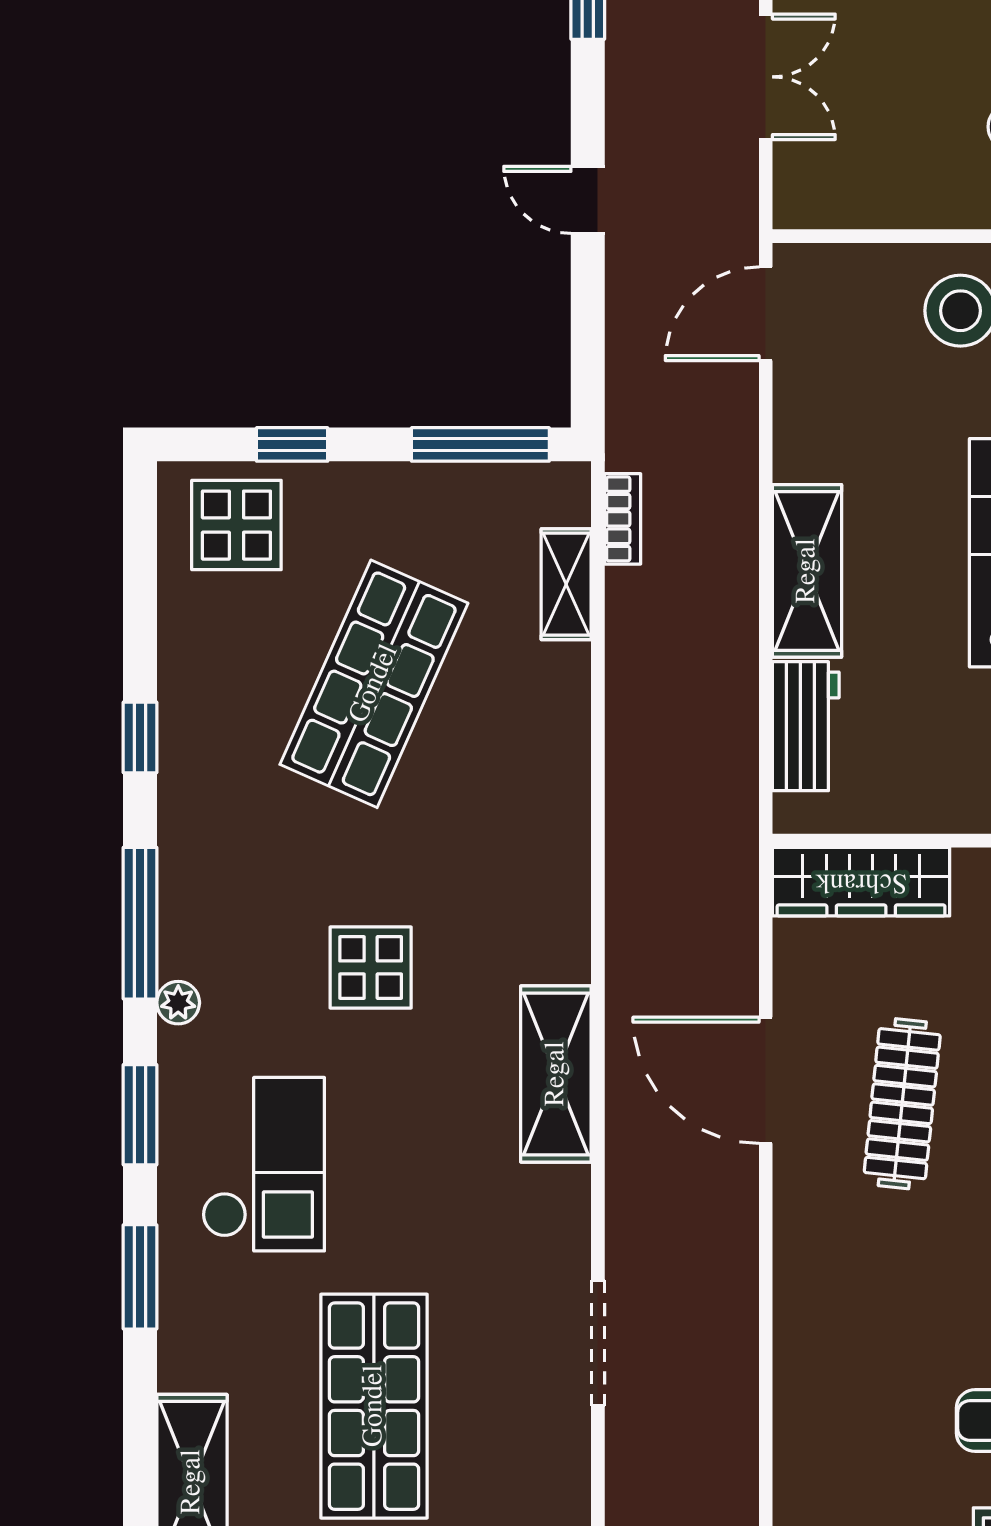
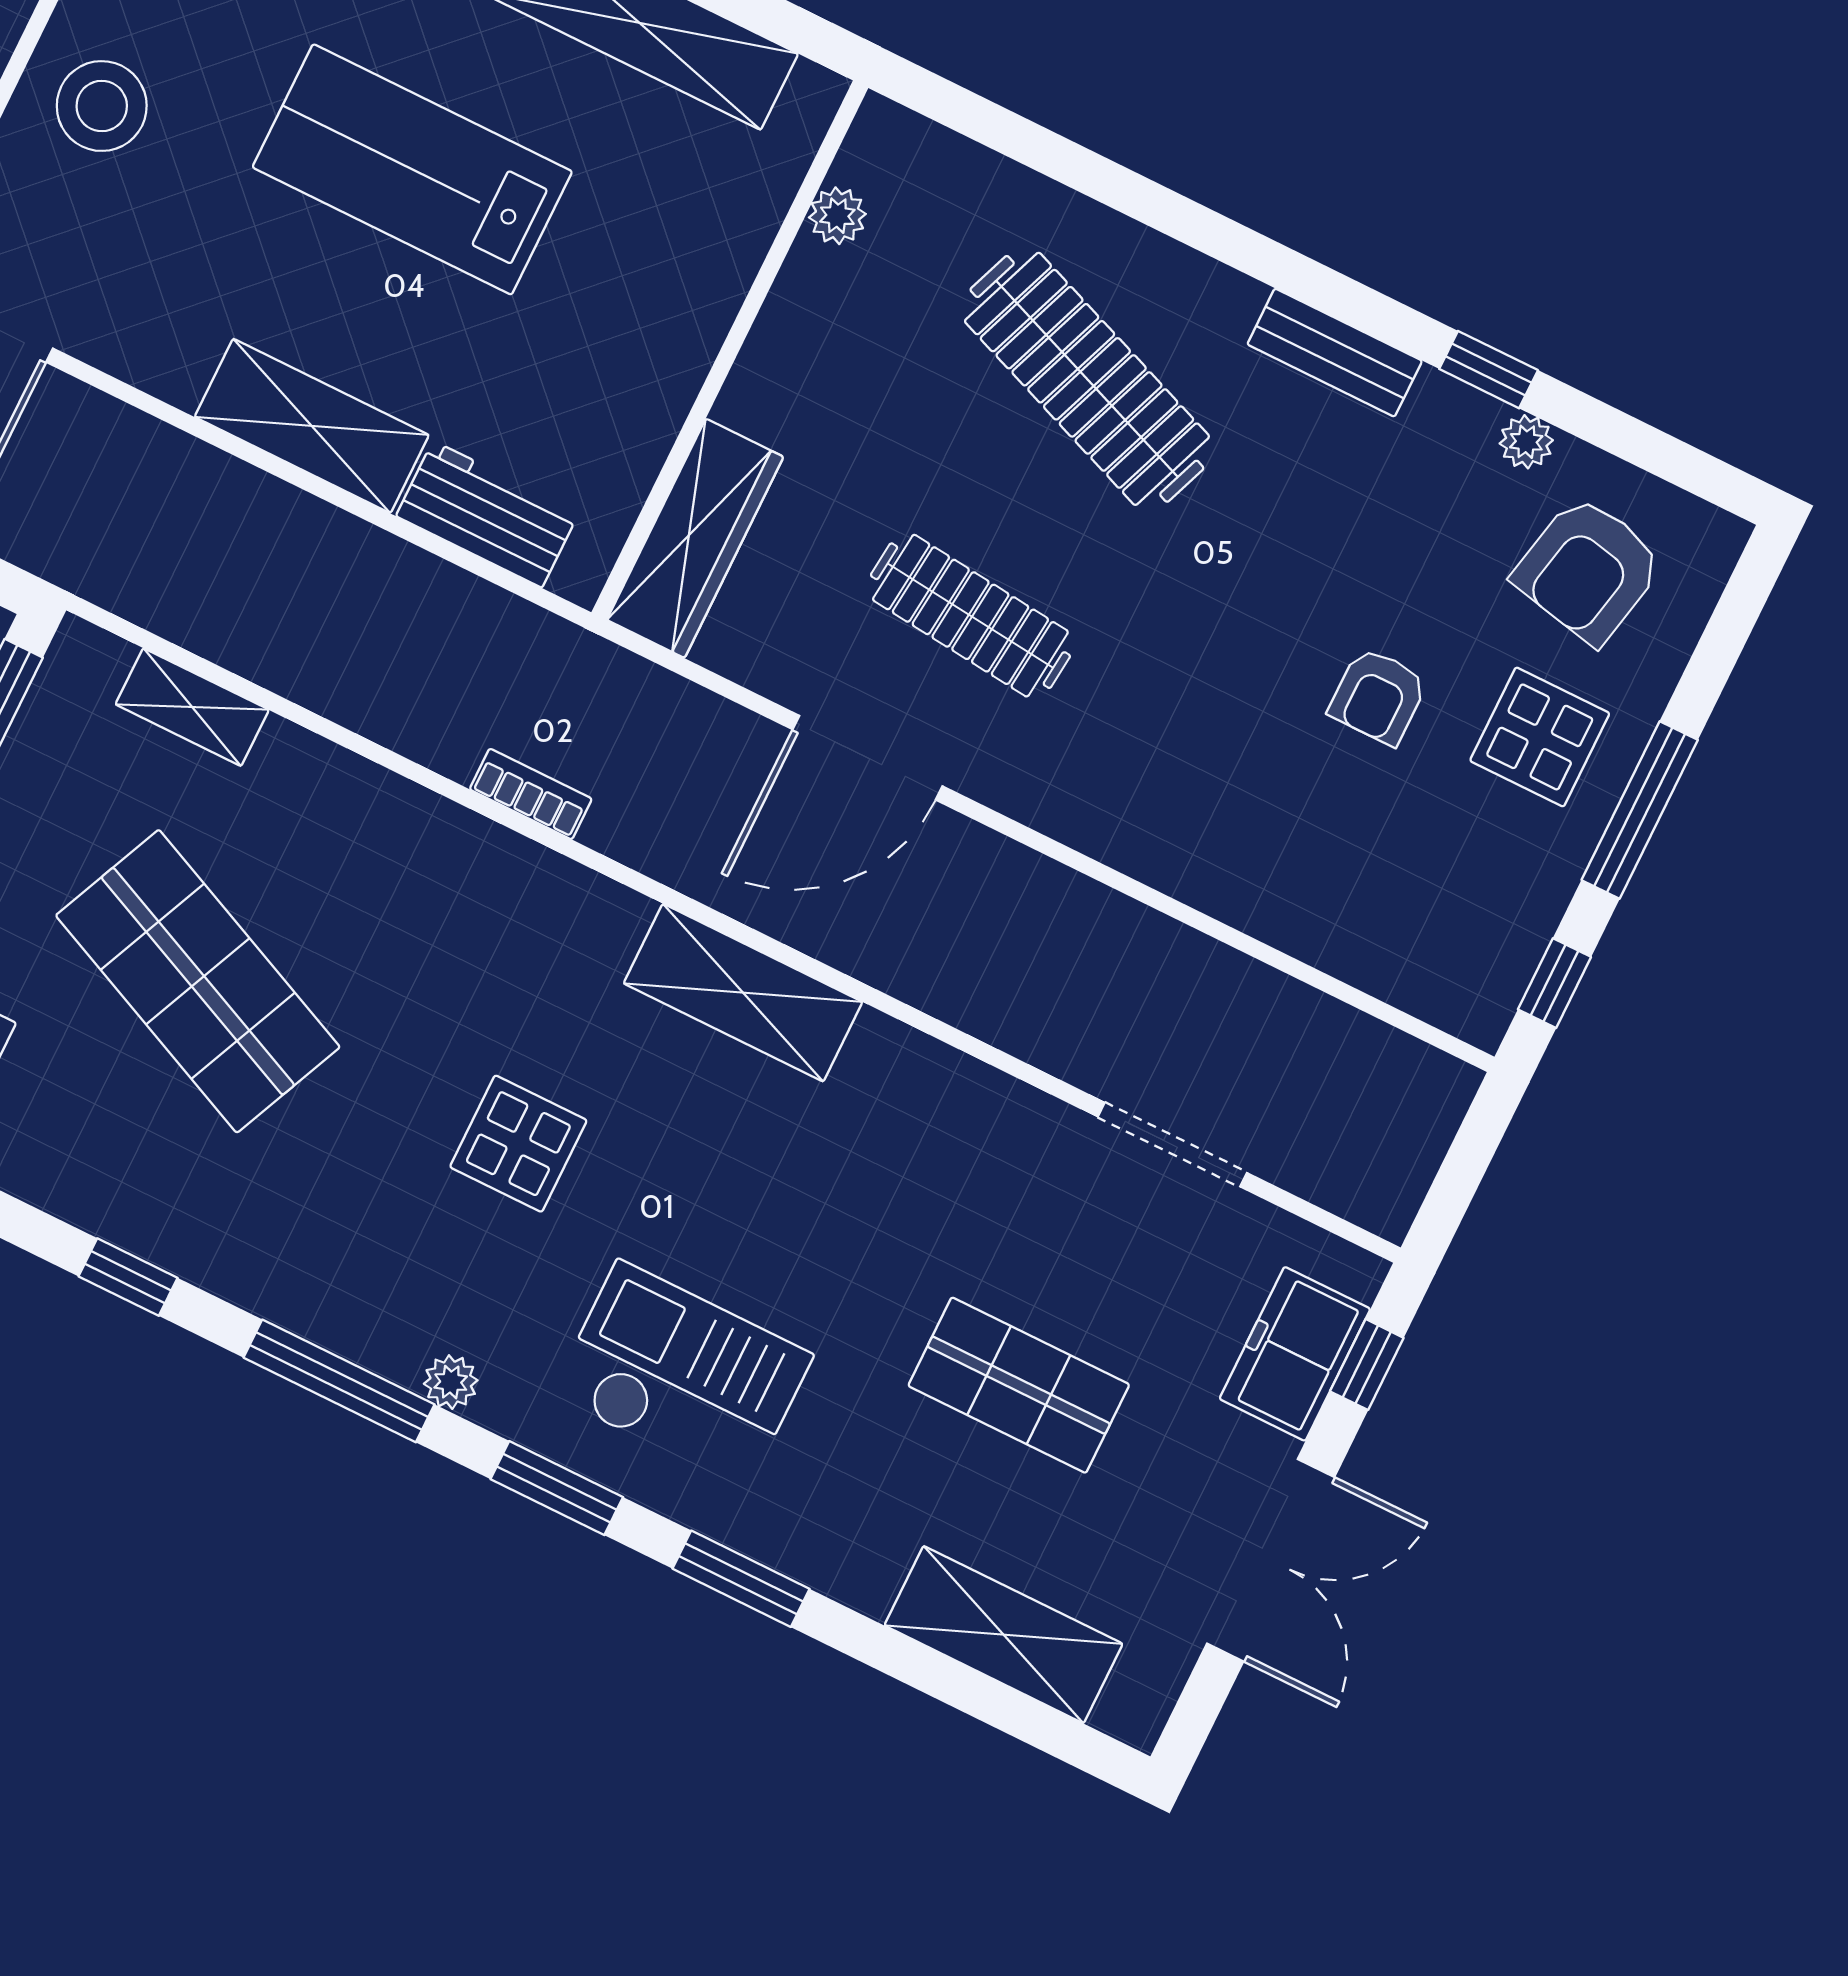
bookcase: (623, 519) -> (531, 794), moved
doorway: (598, 1343) -> (1172, 1145), moved
shop shelf: (374, 1406) -> (1019, 1385), width x0.70, depth x0.74

